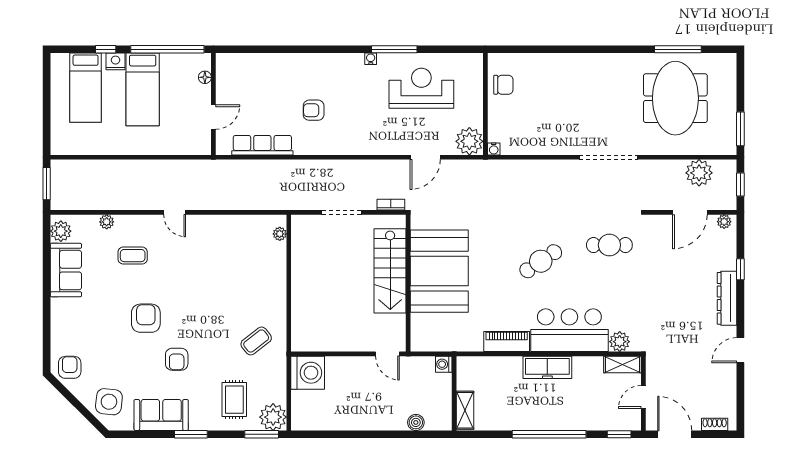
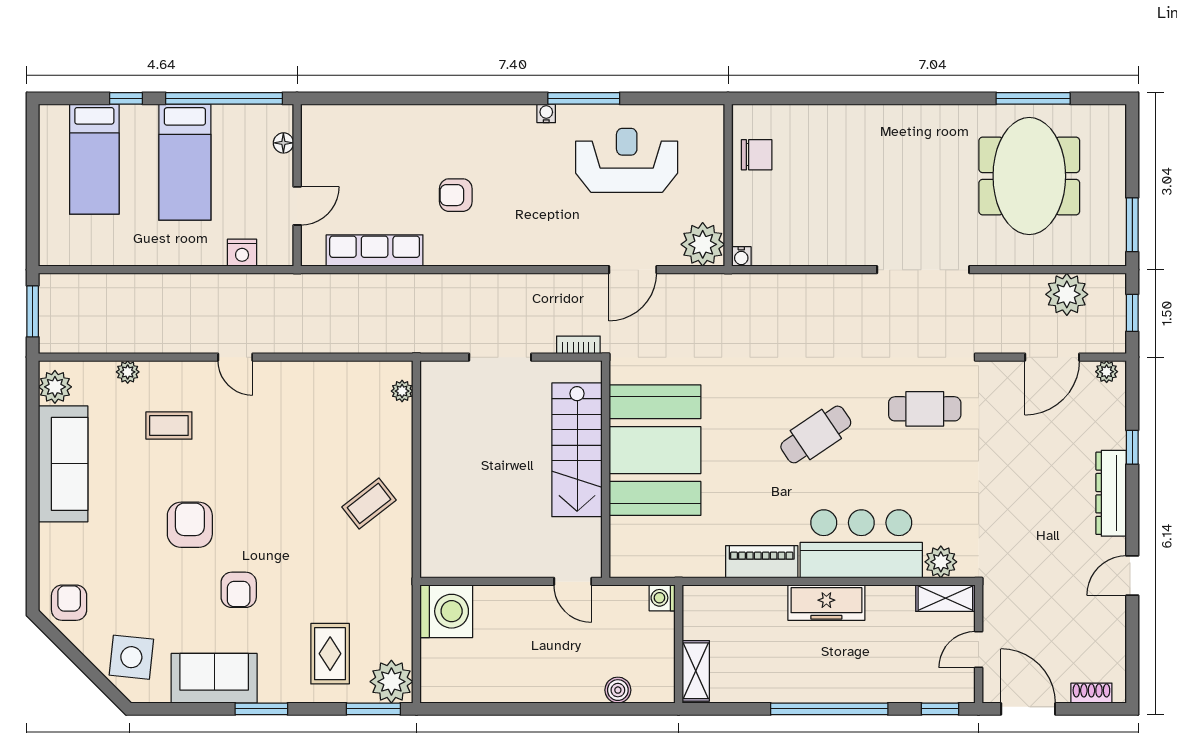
nightstand: (115, 61) -> (242, 253), moved, turned 180
sofa: (66, 270) -> (63, 464), width x1.36
coffee table: (256, 341) -> (369, 503), moved

